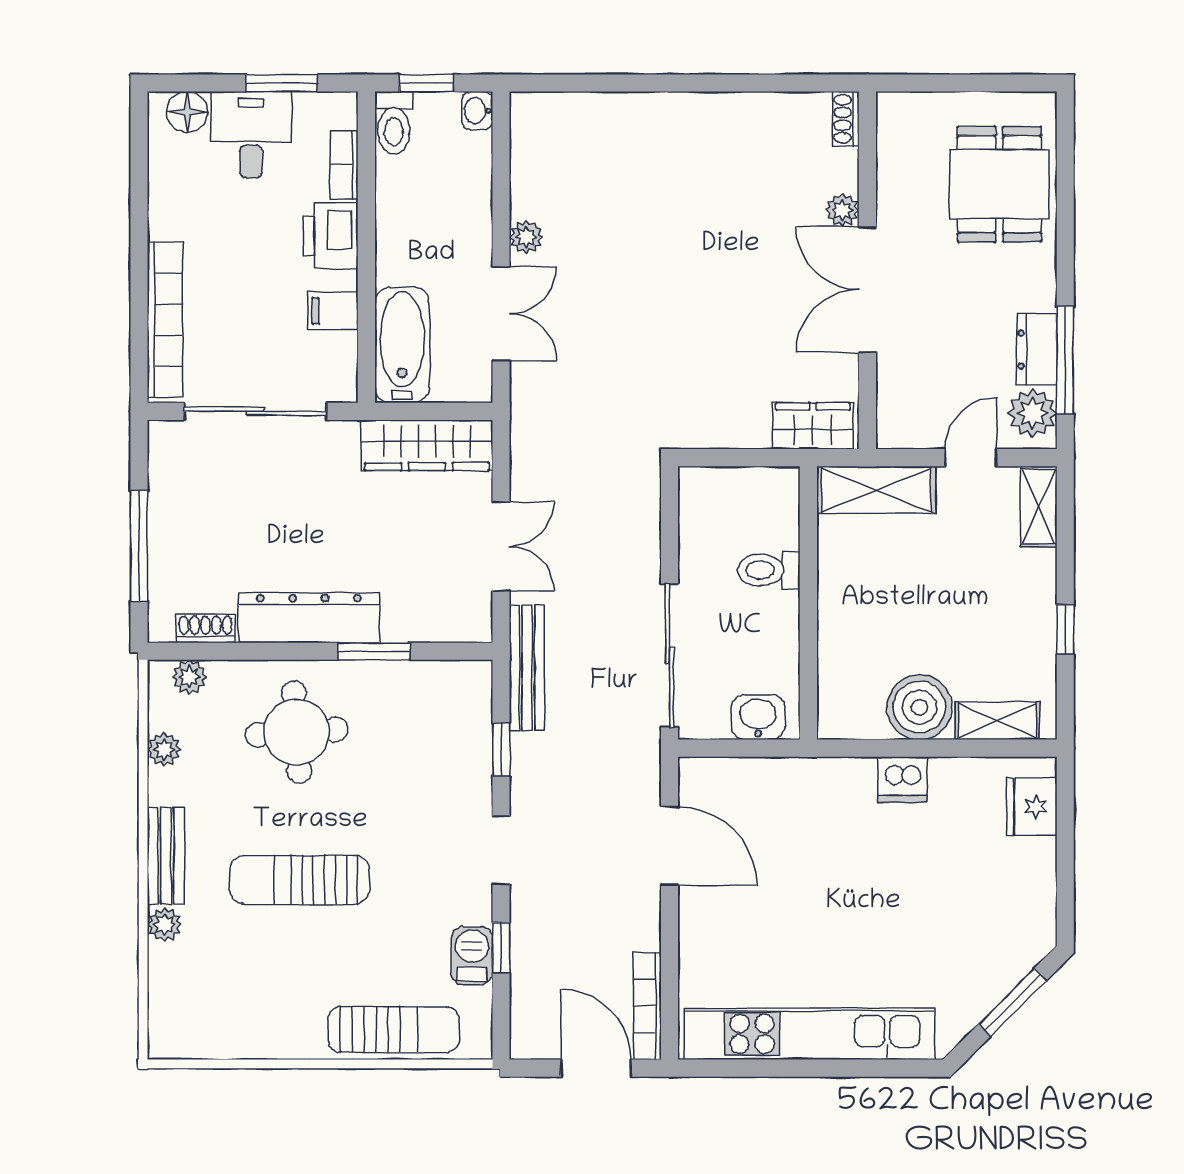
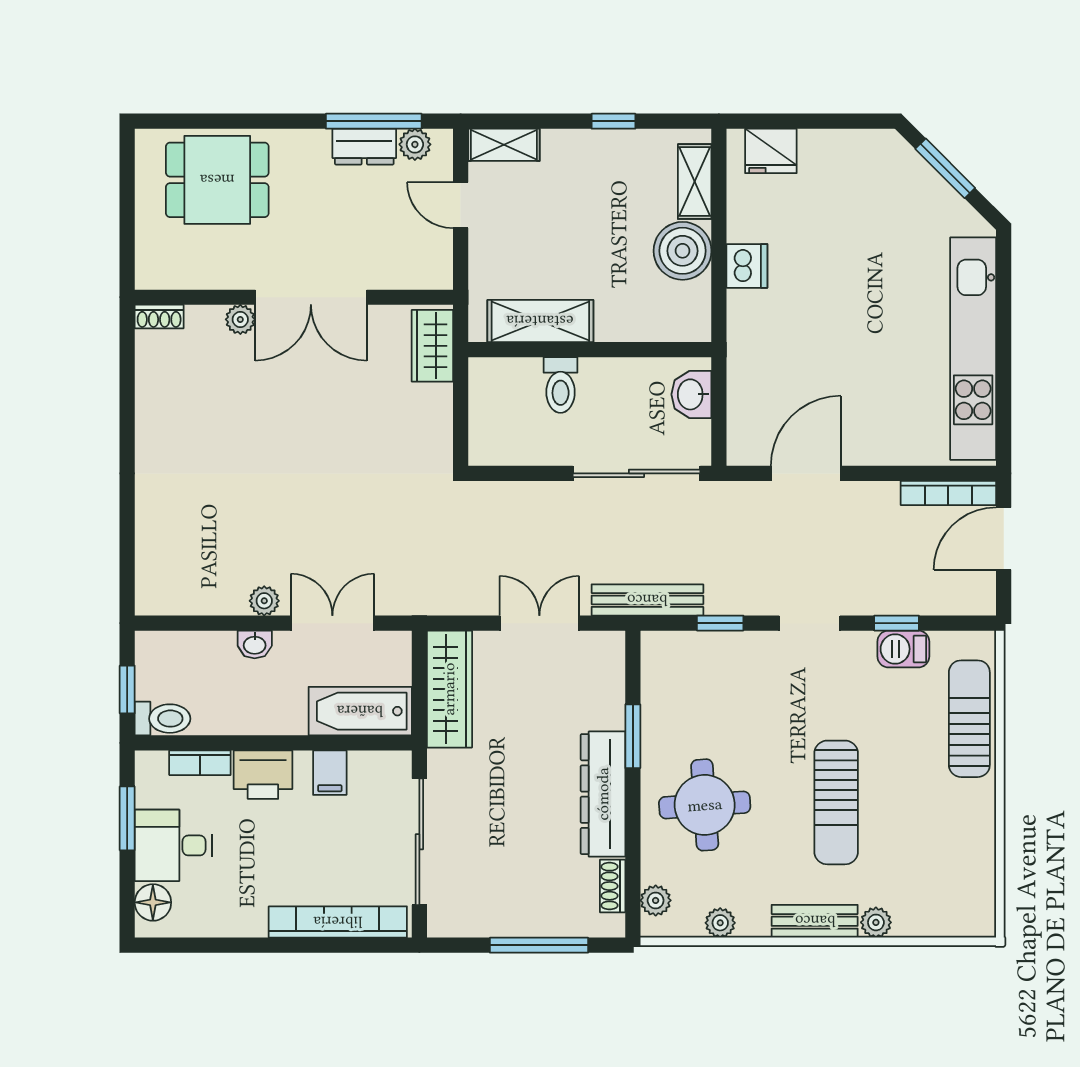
washbasin: (477, 111) -> (255, 644), moved
plant: (1032, 413) -> (415, 144), width x0.73, depth x0.73
shelving: (876, 490) -> (540, 321), moved, turned 90

